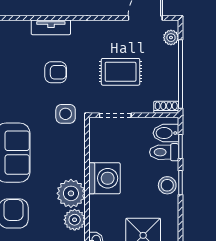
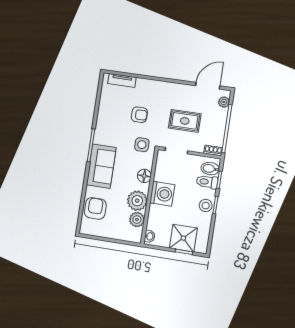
tv unit: (51, 27) -> (122, 80), moved
floor lamp: (76, 157) -> (144, 176), added

